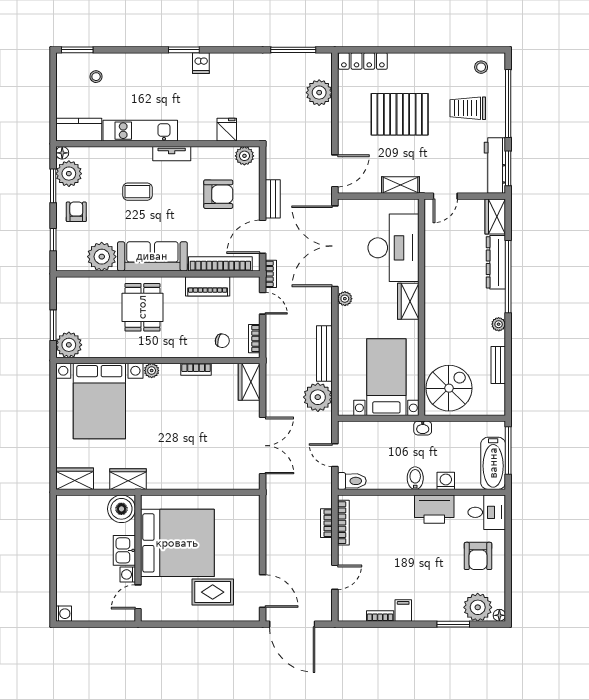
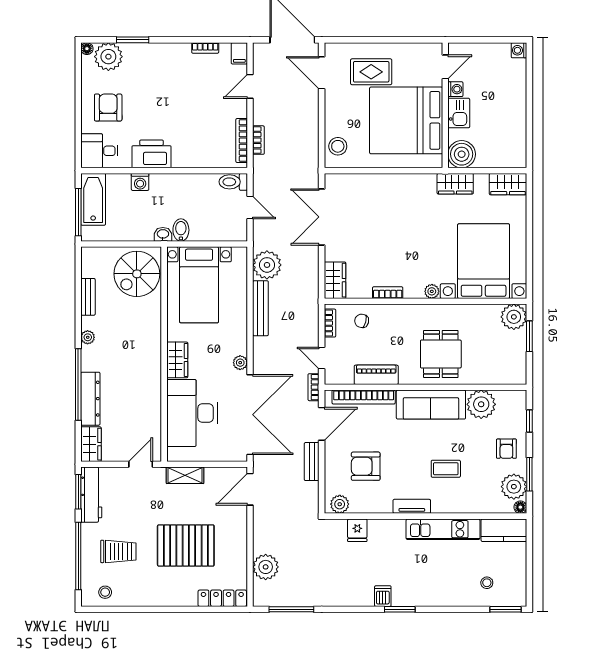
bidet: (415, 478) -> (181, 230), moved, turned 180
stool: (246, 517) -> (338, 146), added
filing cabinet: (403, 611) -> (239, 53), moved

